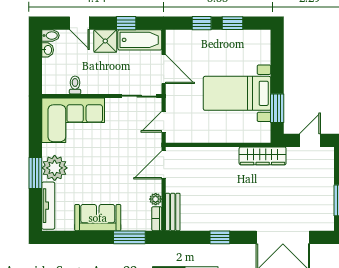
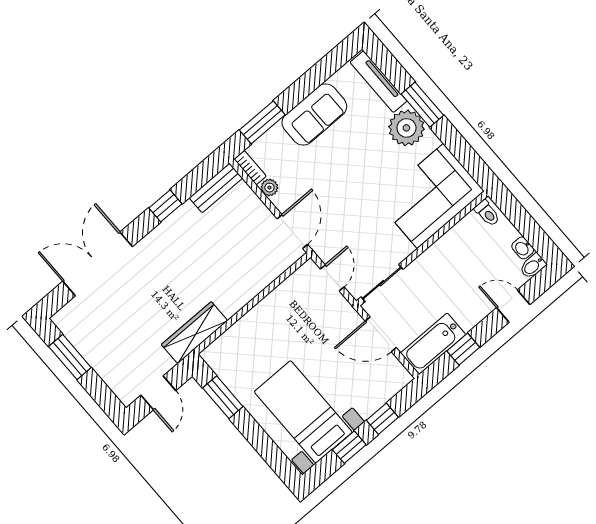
shower: (105, 41) -> (469, 311), removed
toilet: (75, 85) -> (487, 213), moved
bed with nightstands: (237, 93) -> (303, 412), moved, turned -90
bench: (173, 212) -> (216, 188), moved, turned 90

